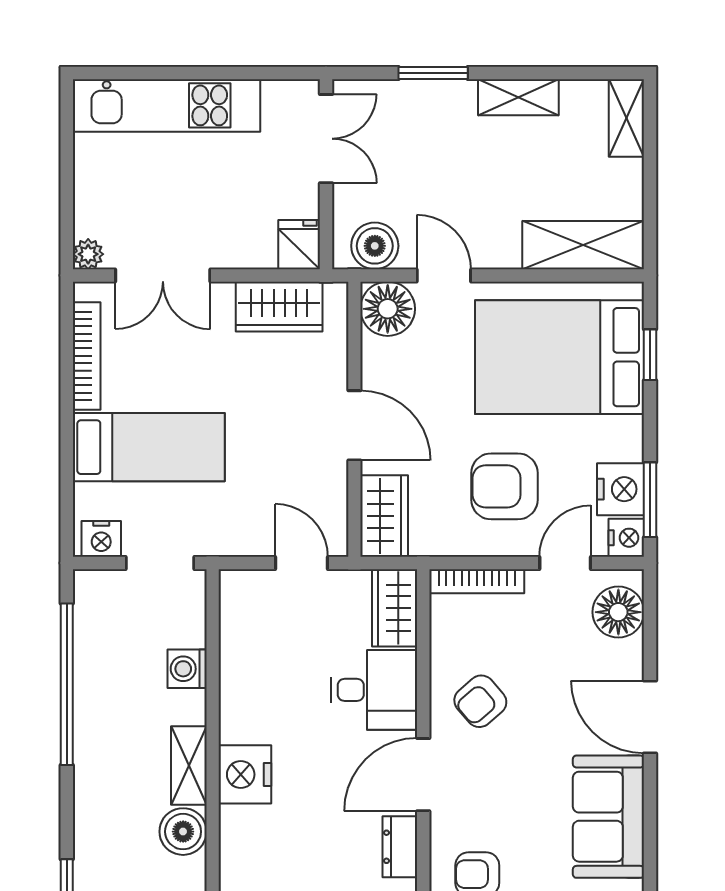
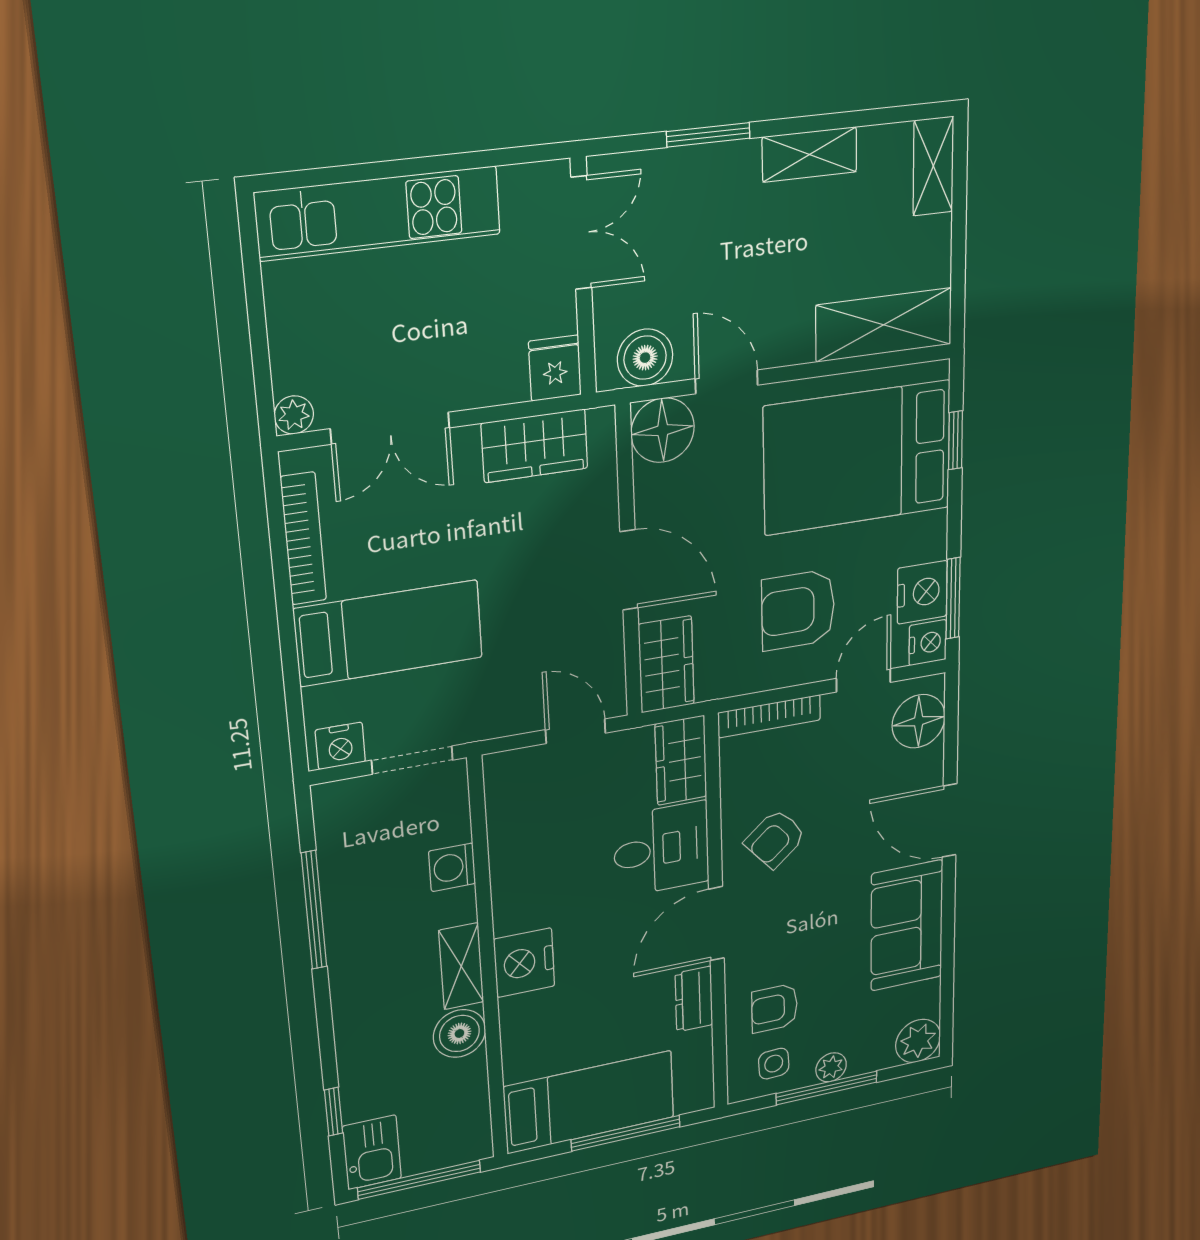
window: (67, 684) -> (314, 910), width x0.68

